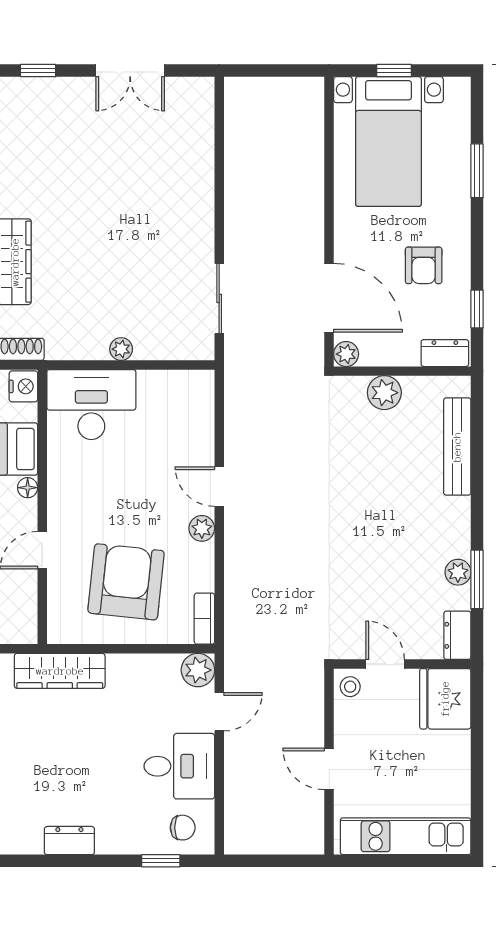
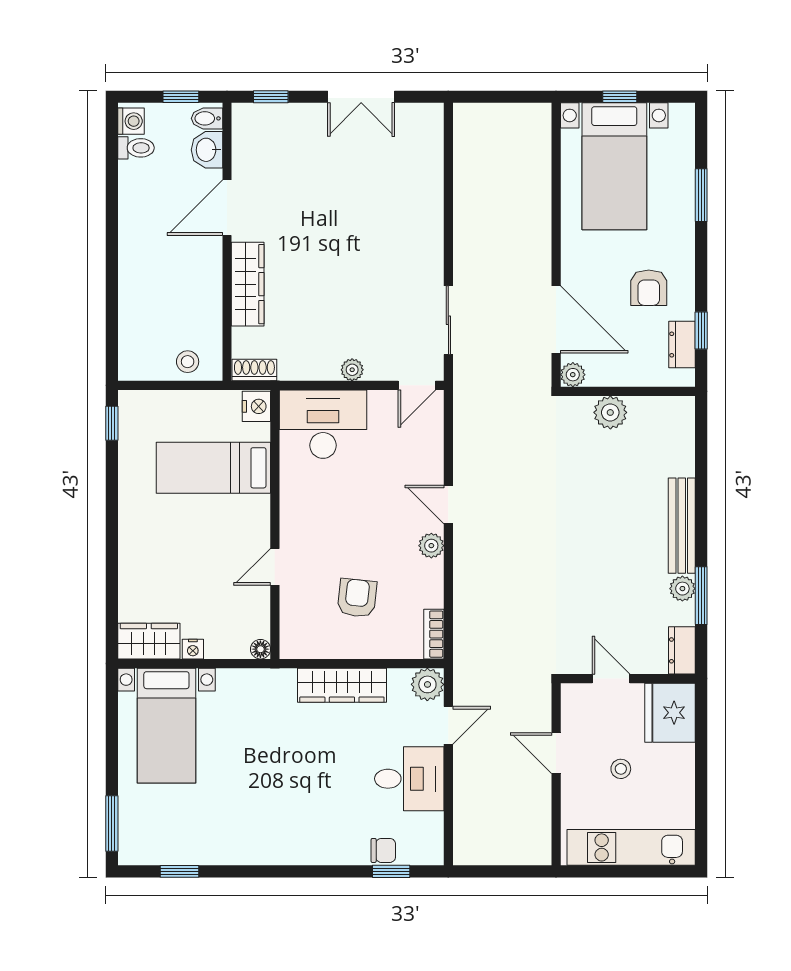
dresser: (445, 353) -> (682, 345), moved, turned -90
door: (187, 365) -> (417, 385), added
bench: (457, 447) -> (682, 526), moved
floor lamp: (28, 488) -> (260, 649), moved
armchair: (126, 582) -> (357, 598), width x0.53, depth x0.53
wardrobe: (60, 671) -> (342, 685), moved
stool: (350, 687) -> (621, 769), moved
door: (329, 769) -> (556, 753), moved
chair: (183, 828) -> (383, 850), moved
dresser: (69, 841) -> (301, 852), removed

